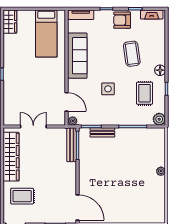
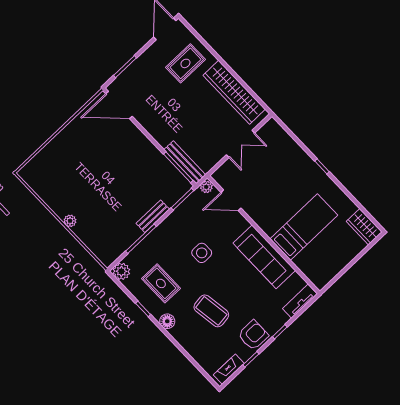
bed: (46, 33) -> (304, 227), moved, turned 90
bench: (102, 132) -> (153, 216), moved

